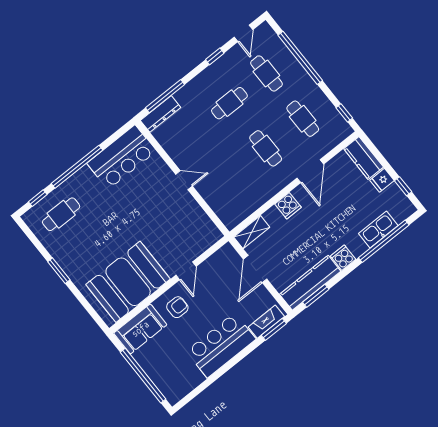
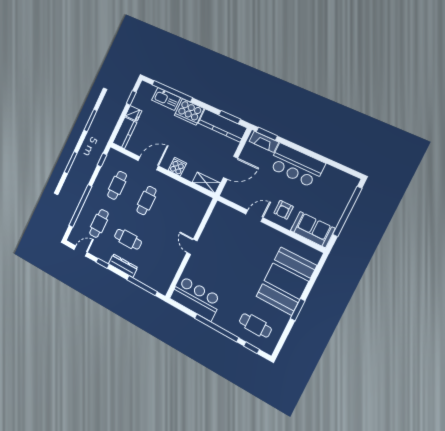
dresser: (160, 114) -> (123, 266), moved
cooker: (343, 258) -> (189, 112), width x1.87, depth x1.31
booth: (128, 282) -> (286, 281), moved, turned 90
armchair: (177, 307) -> (284, 210), turned -90

